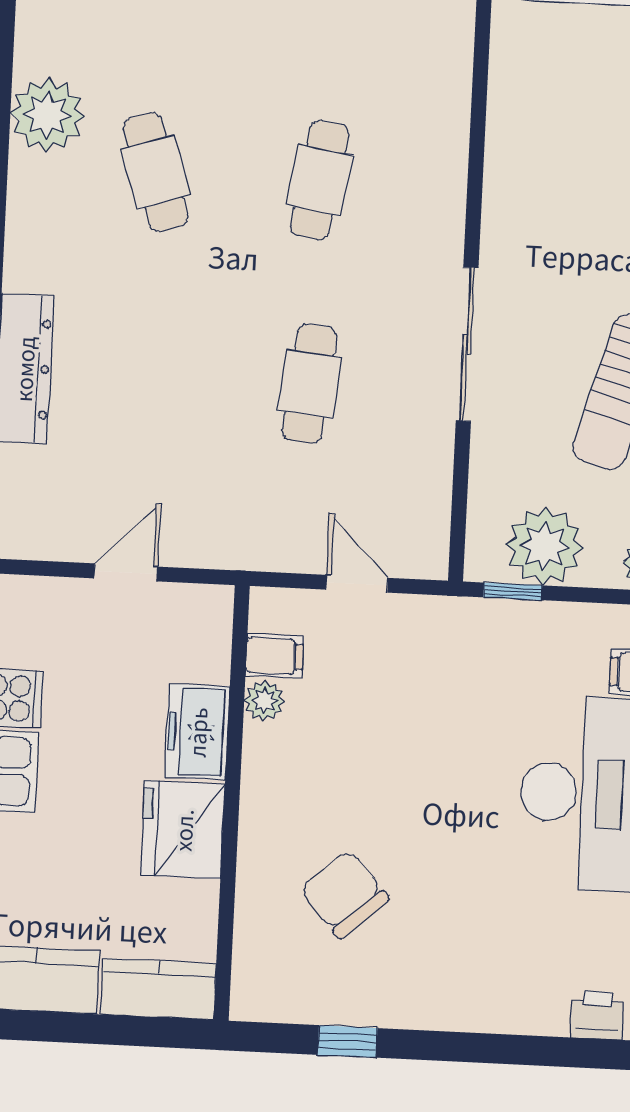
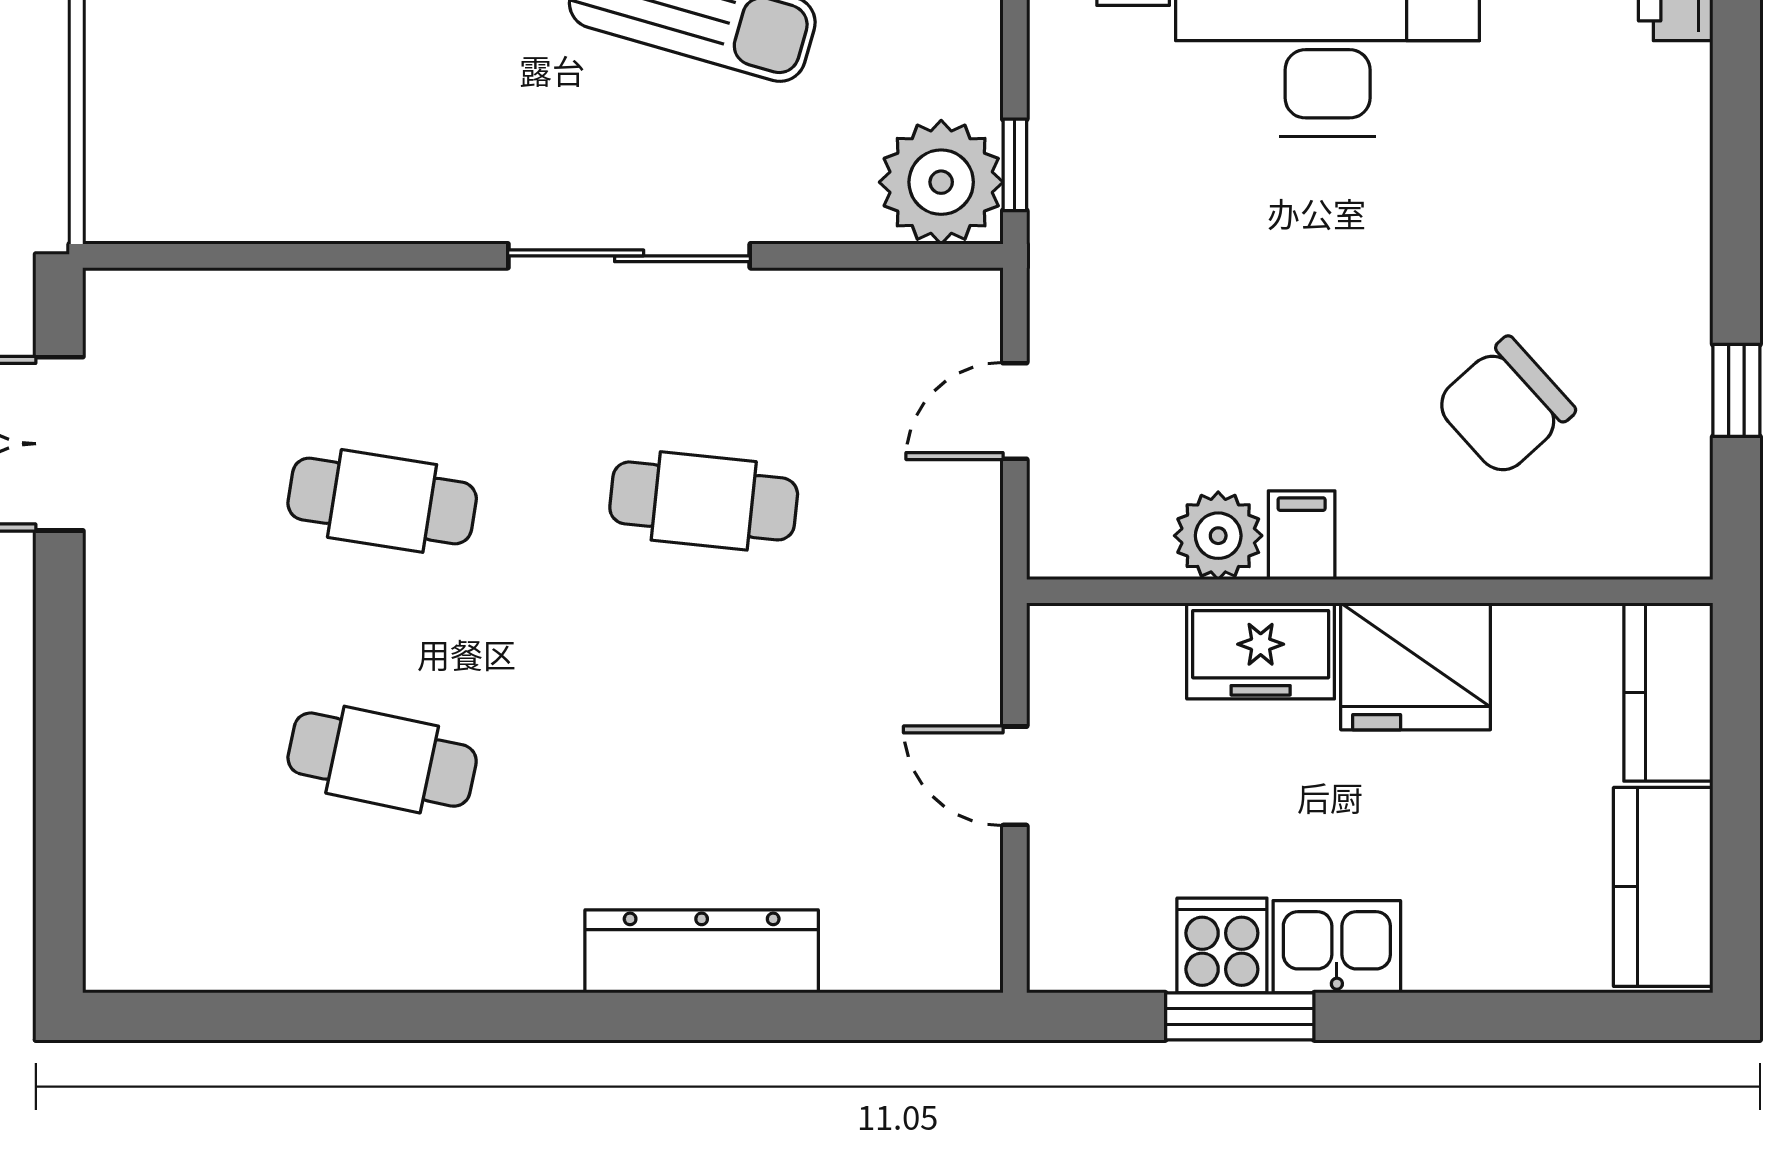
plant: (47, 115) -> (300, 935), removed
cafe table: (156, 172) -> (382, 760), turned 30
plant: (545, 546) -> (941, 182), moved
filing cabinet: (274, 656) -> (1302, 535), moved
plant: (264, 701) -> (1218, 536), width x1.38, depth x1.38

